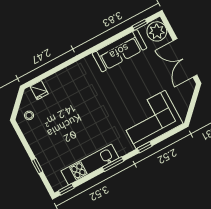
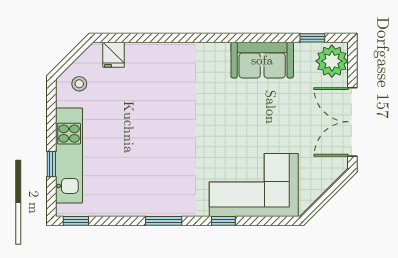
sofa: (119, 51) -> (262, 60), width x0.73
kitchen unit: (90, 164) -> (69, 155), moved, turned 90

